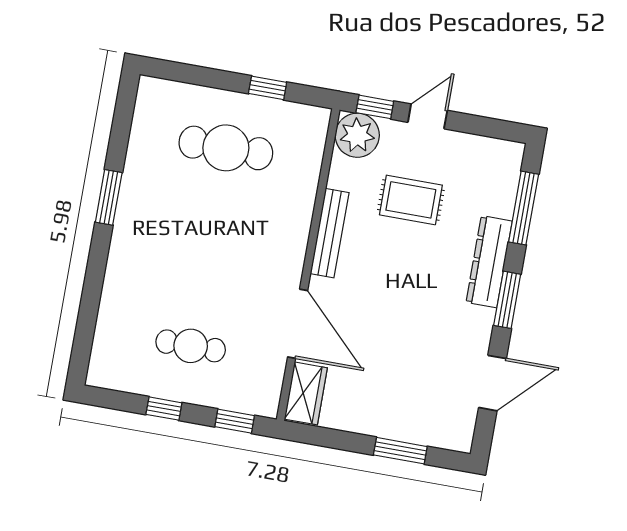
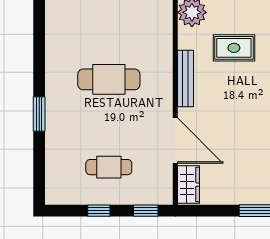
cafe table: (226, 148) -> (109, 79), moved
window: (109, 197) -> (39, 114), moved

